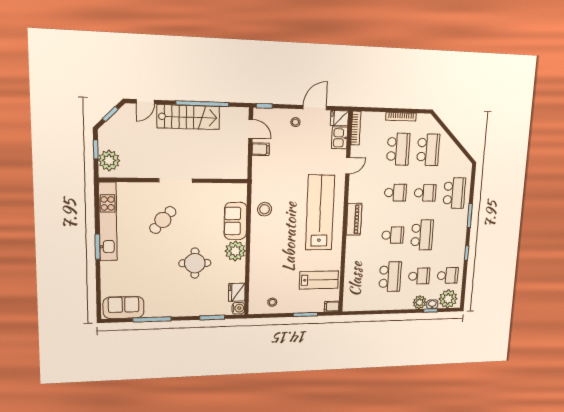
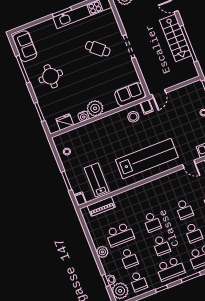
door: (251, 129) -> (159, 94), moved
filing cabinet: (261, 149) -> (147, 107), moved
piano: (354, 219) -> (101, 206), moved
sofa: (235, 221) -> (130, 94), moved
school desk: (422, 235) -> (161, 245), width x0.54
school desk: (451, 235) -> (170, 269), added
round table: (195, 263) -> (51, 76), moved
lab bench: (319, 280) -> (97, 180), turned 180
plant: (420, 302) -> (102, 252), moved
water cooler: (238, 308) -> (84, 116), moved

